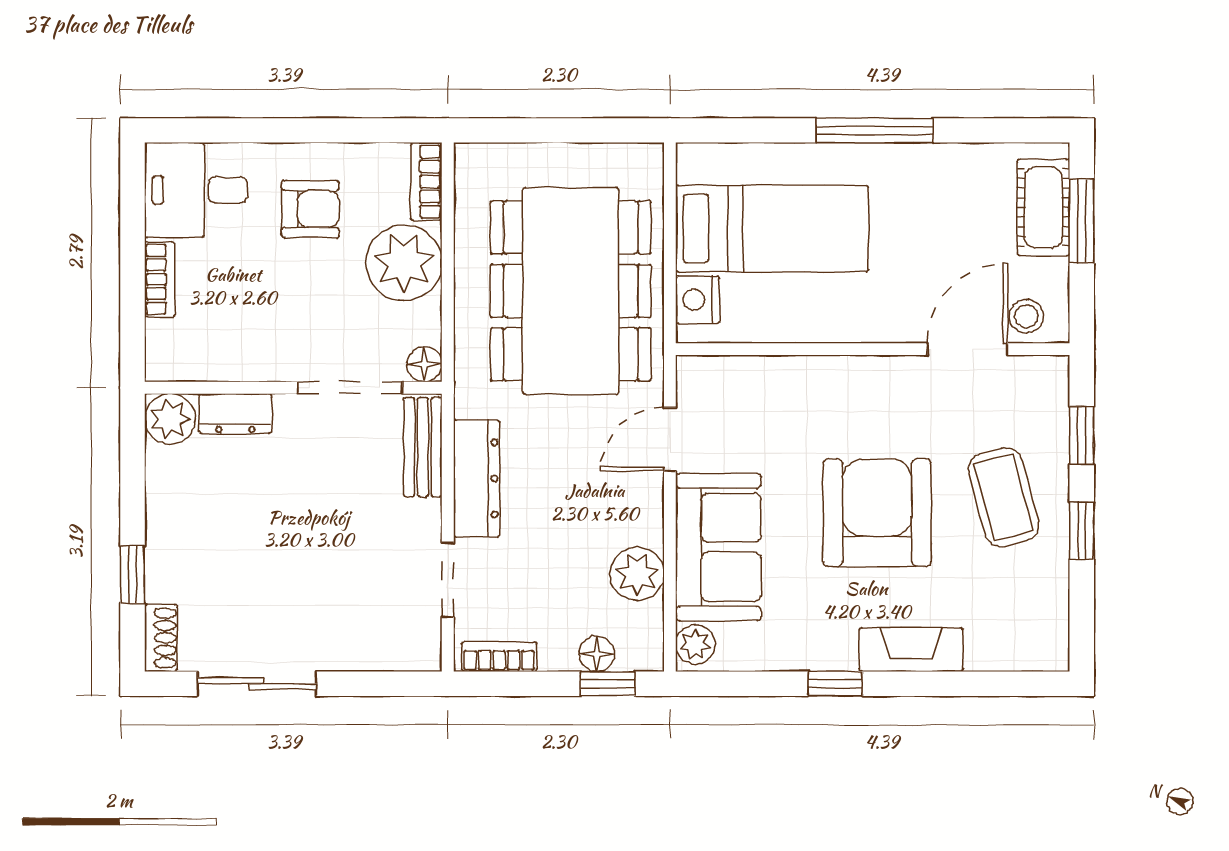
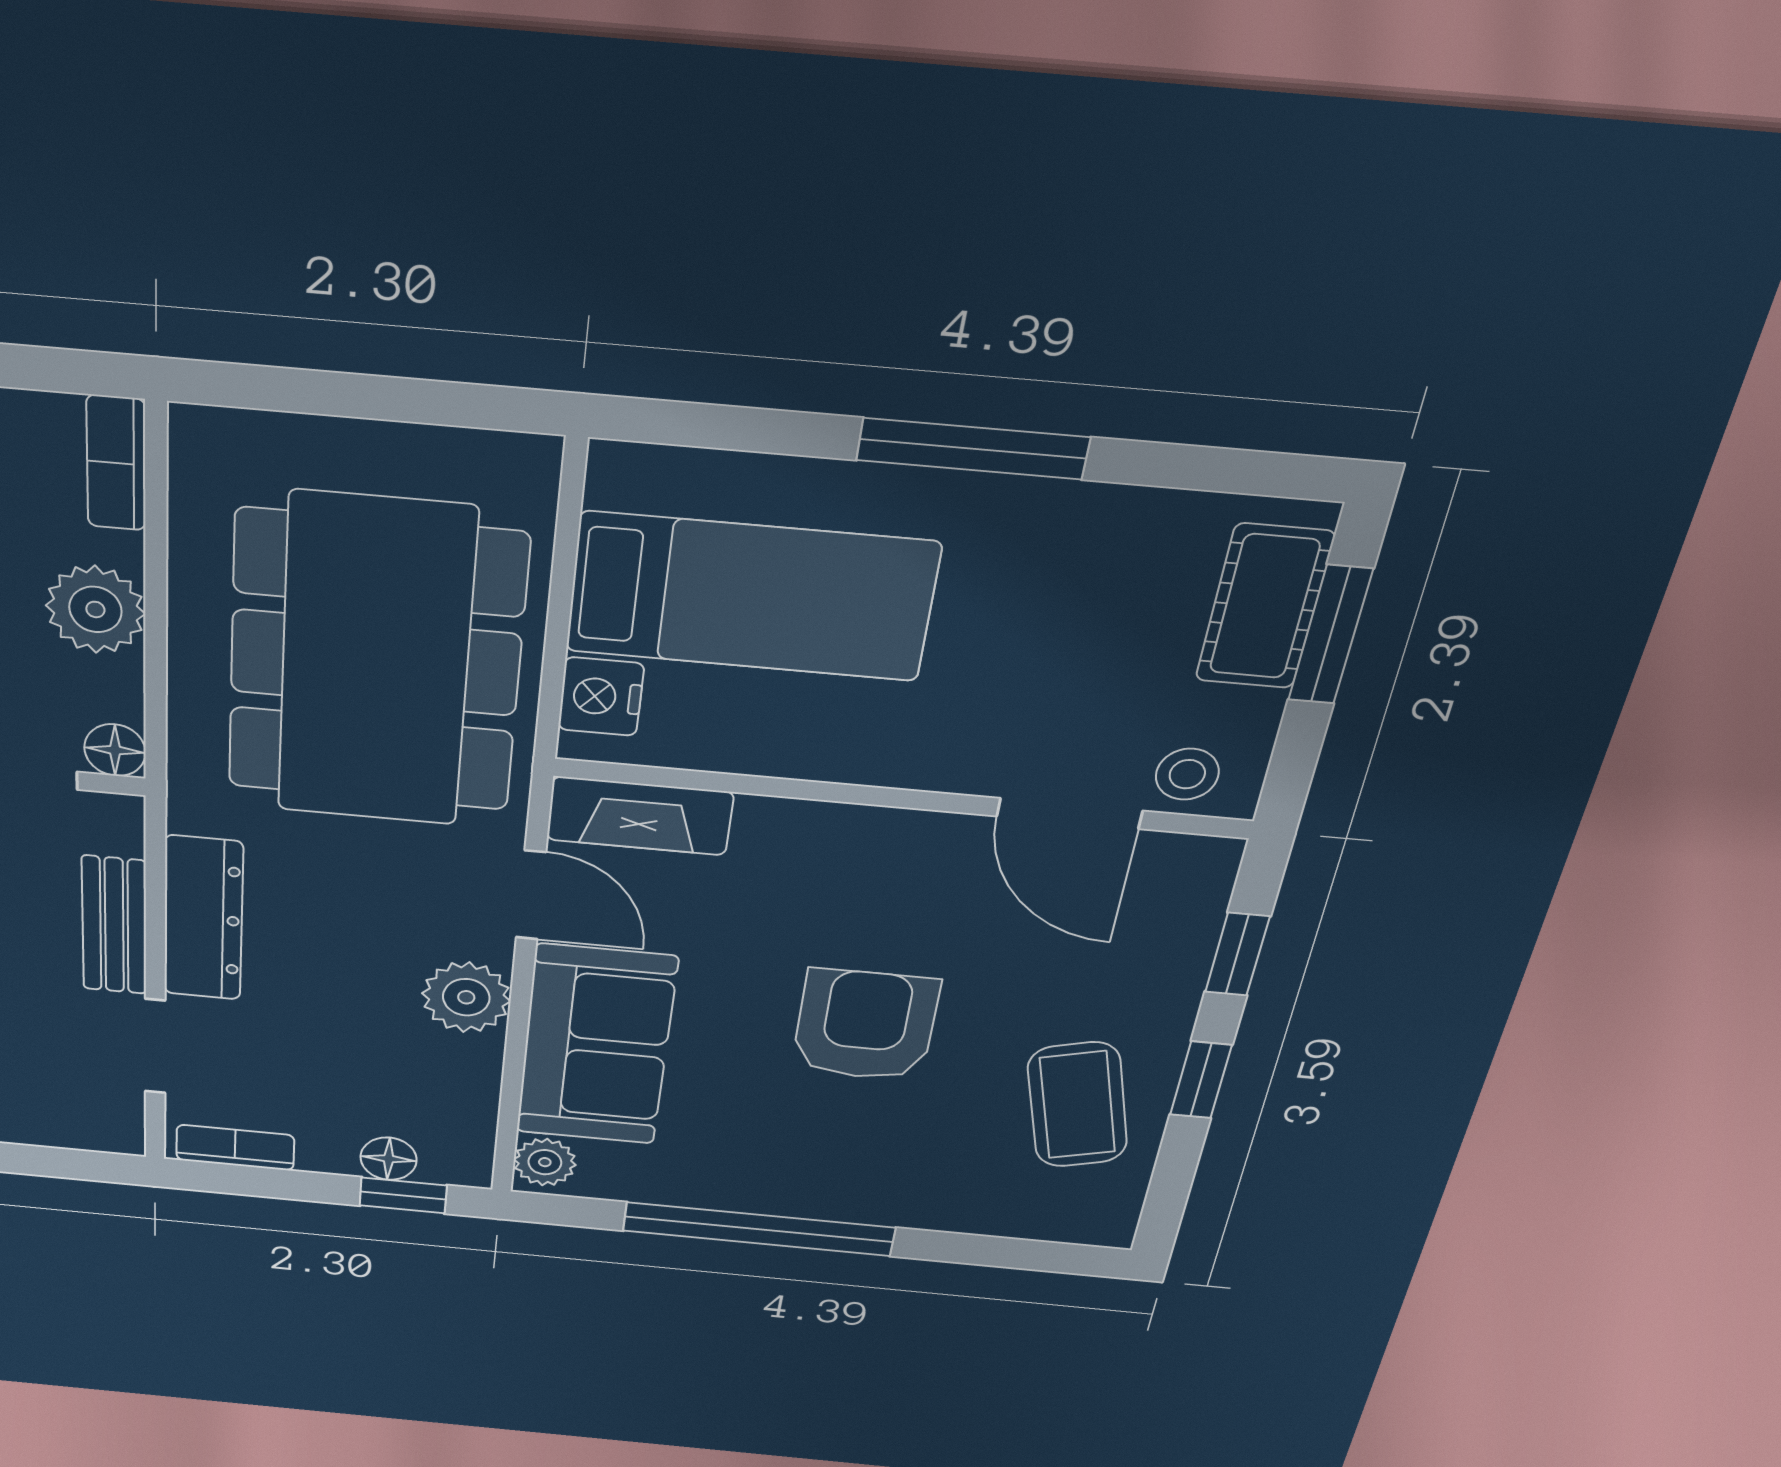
plant: (404, 262) -> (95, 609), width x0.73, depth x0.73
door: (967, 349) -> (1069, 814), swing flipped
door: (670, 439) -> (531, 895), swing flipped
bench: (423, 447) -> (114, 925), moved
coffee table: (1003, 497) -> (1078, 1105), moved
armchair: (877, 513) -> (865, 1025), width x0.73, depth x0.73
plant: (637, 574) -> (466, 997), moved
fireplace: (911, 650) -> (640, 816), moved, turned 180
window: (835, 684) -> (759, 1229), width x3.17

